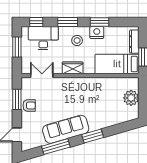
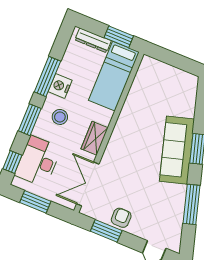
window: (99, 22) -> (47, 77), width x1.44
double door: (42, 75) -> (88, 184), width x1.37
plant: (131, 98) -> (167, 76), removed
sofa: (66, 129) -> (177, 150), moved

